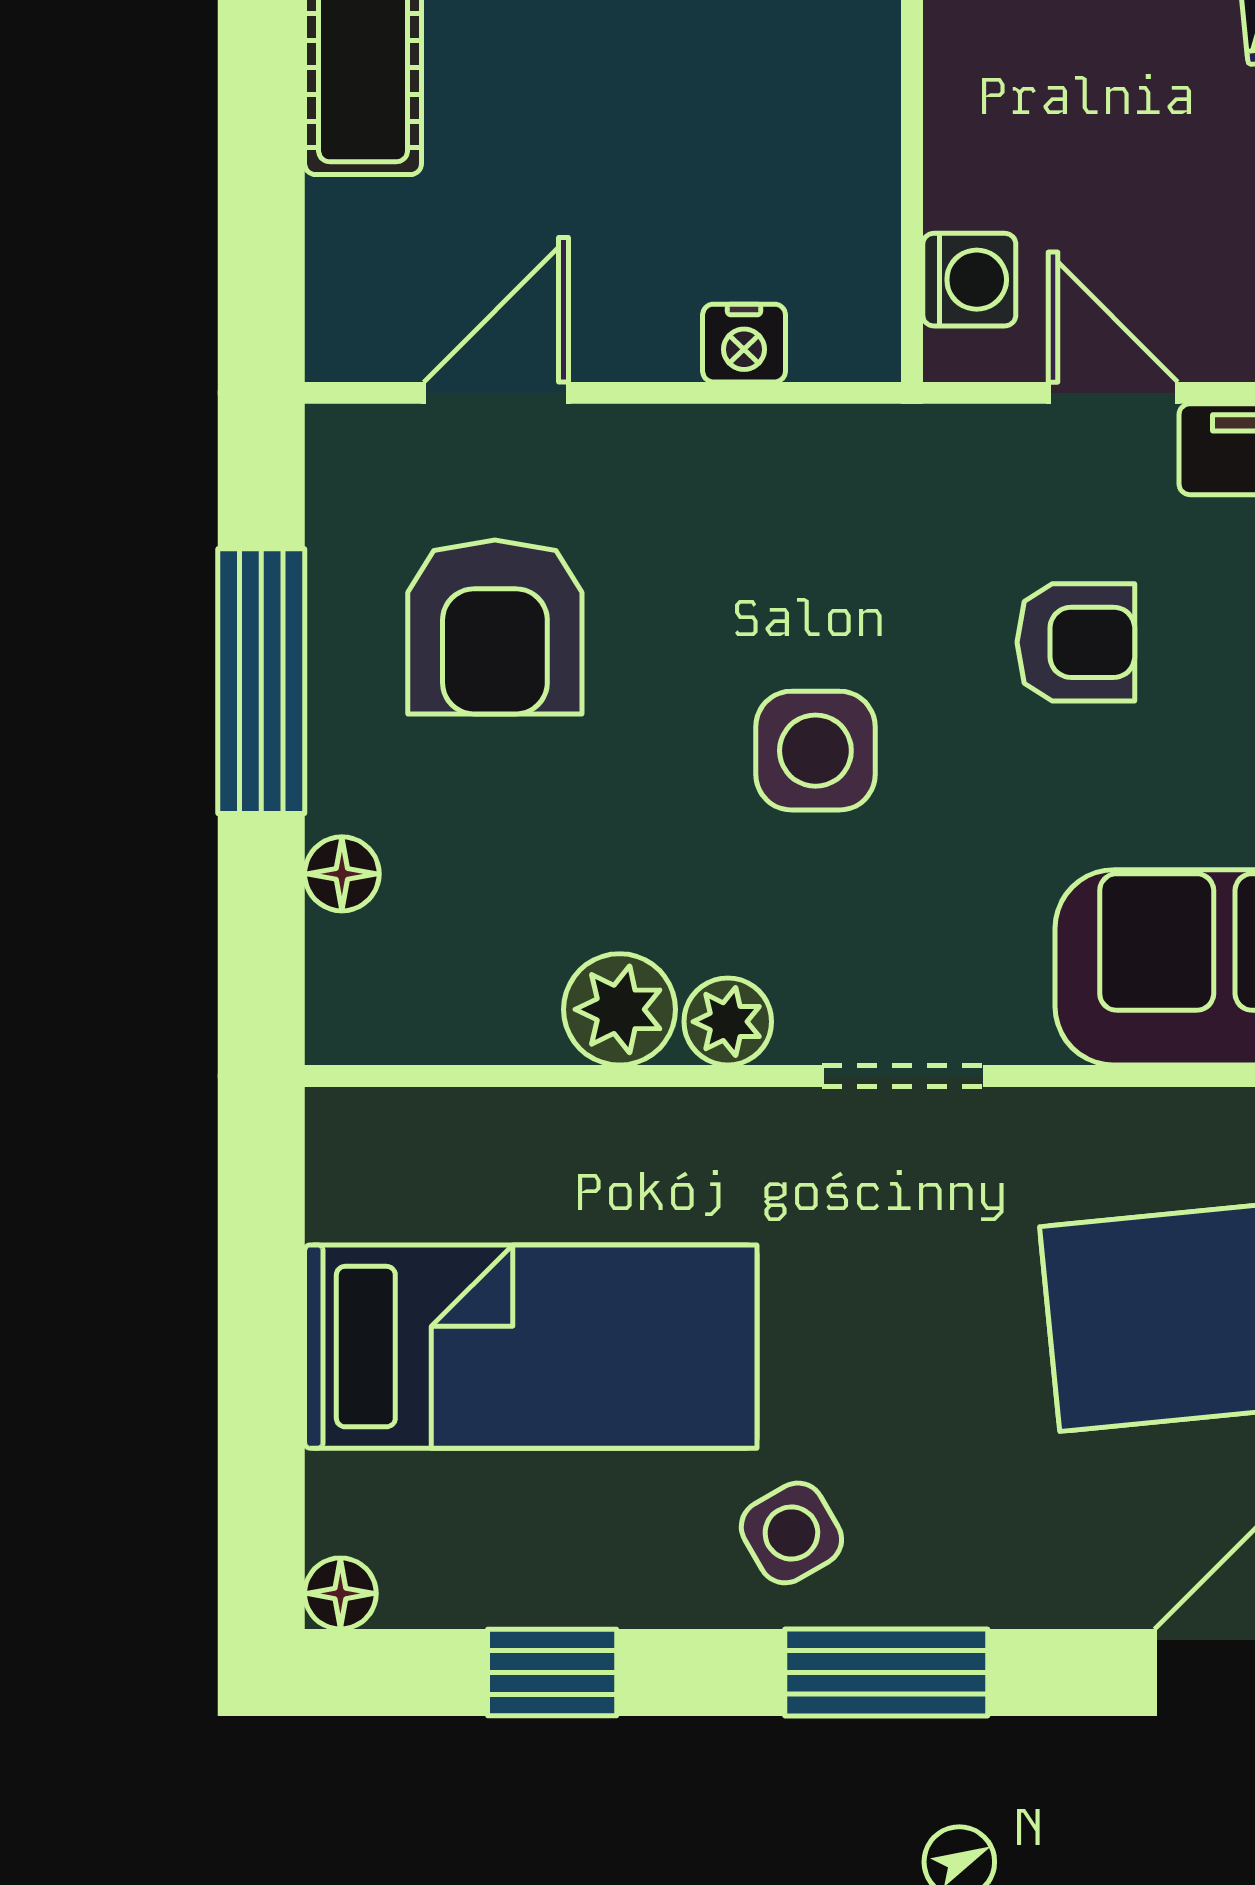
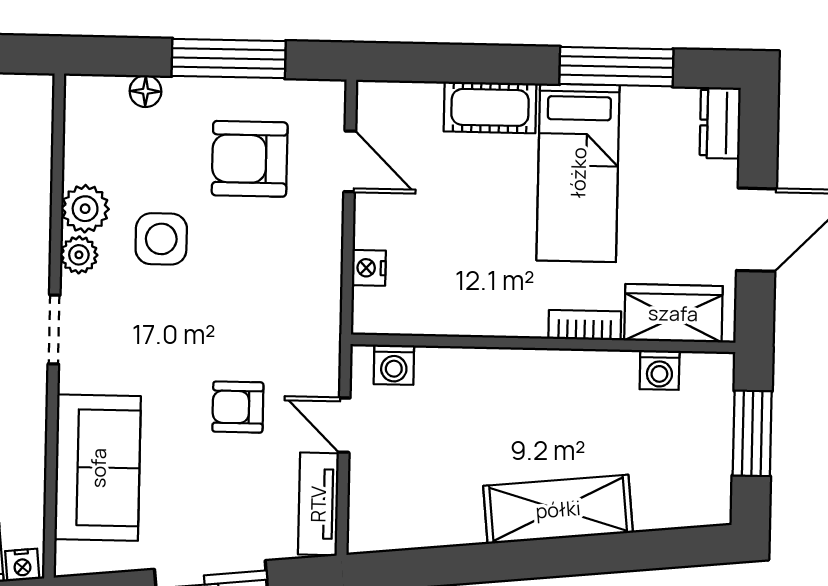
door: (1113, 393) -> (344, 425), swing flipped
armchair: (1076, 642) -> (238, 407), turned 90
side table: (815, 751) -> (161, 239), moved

